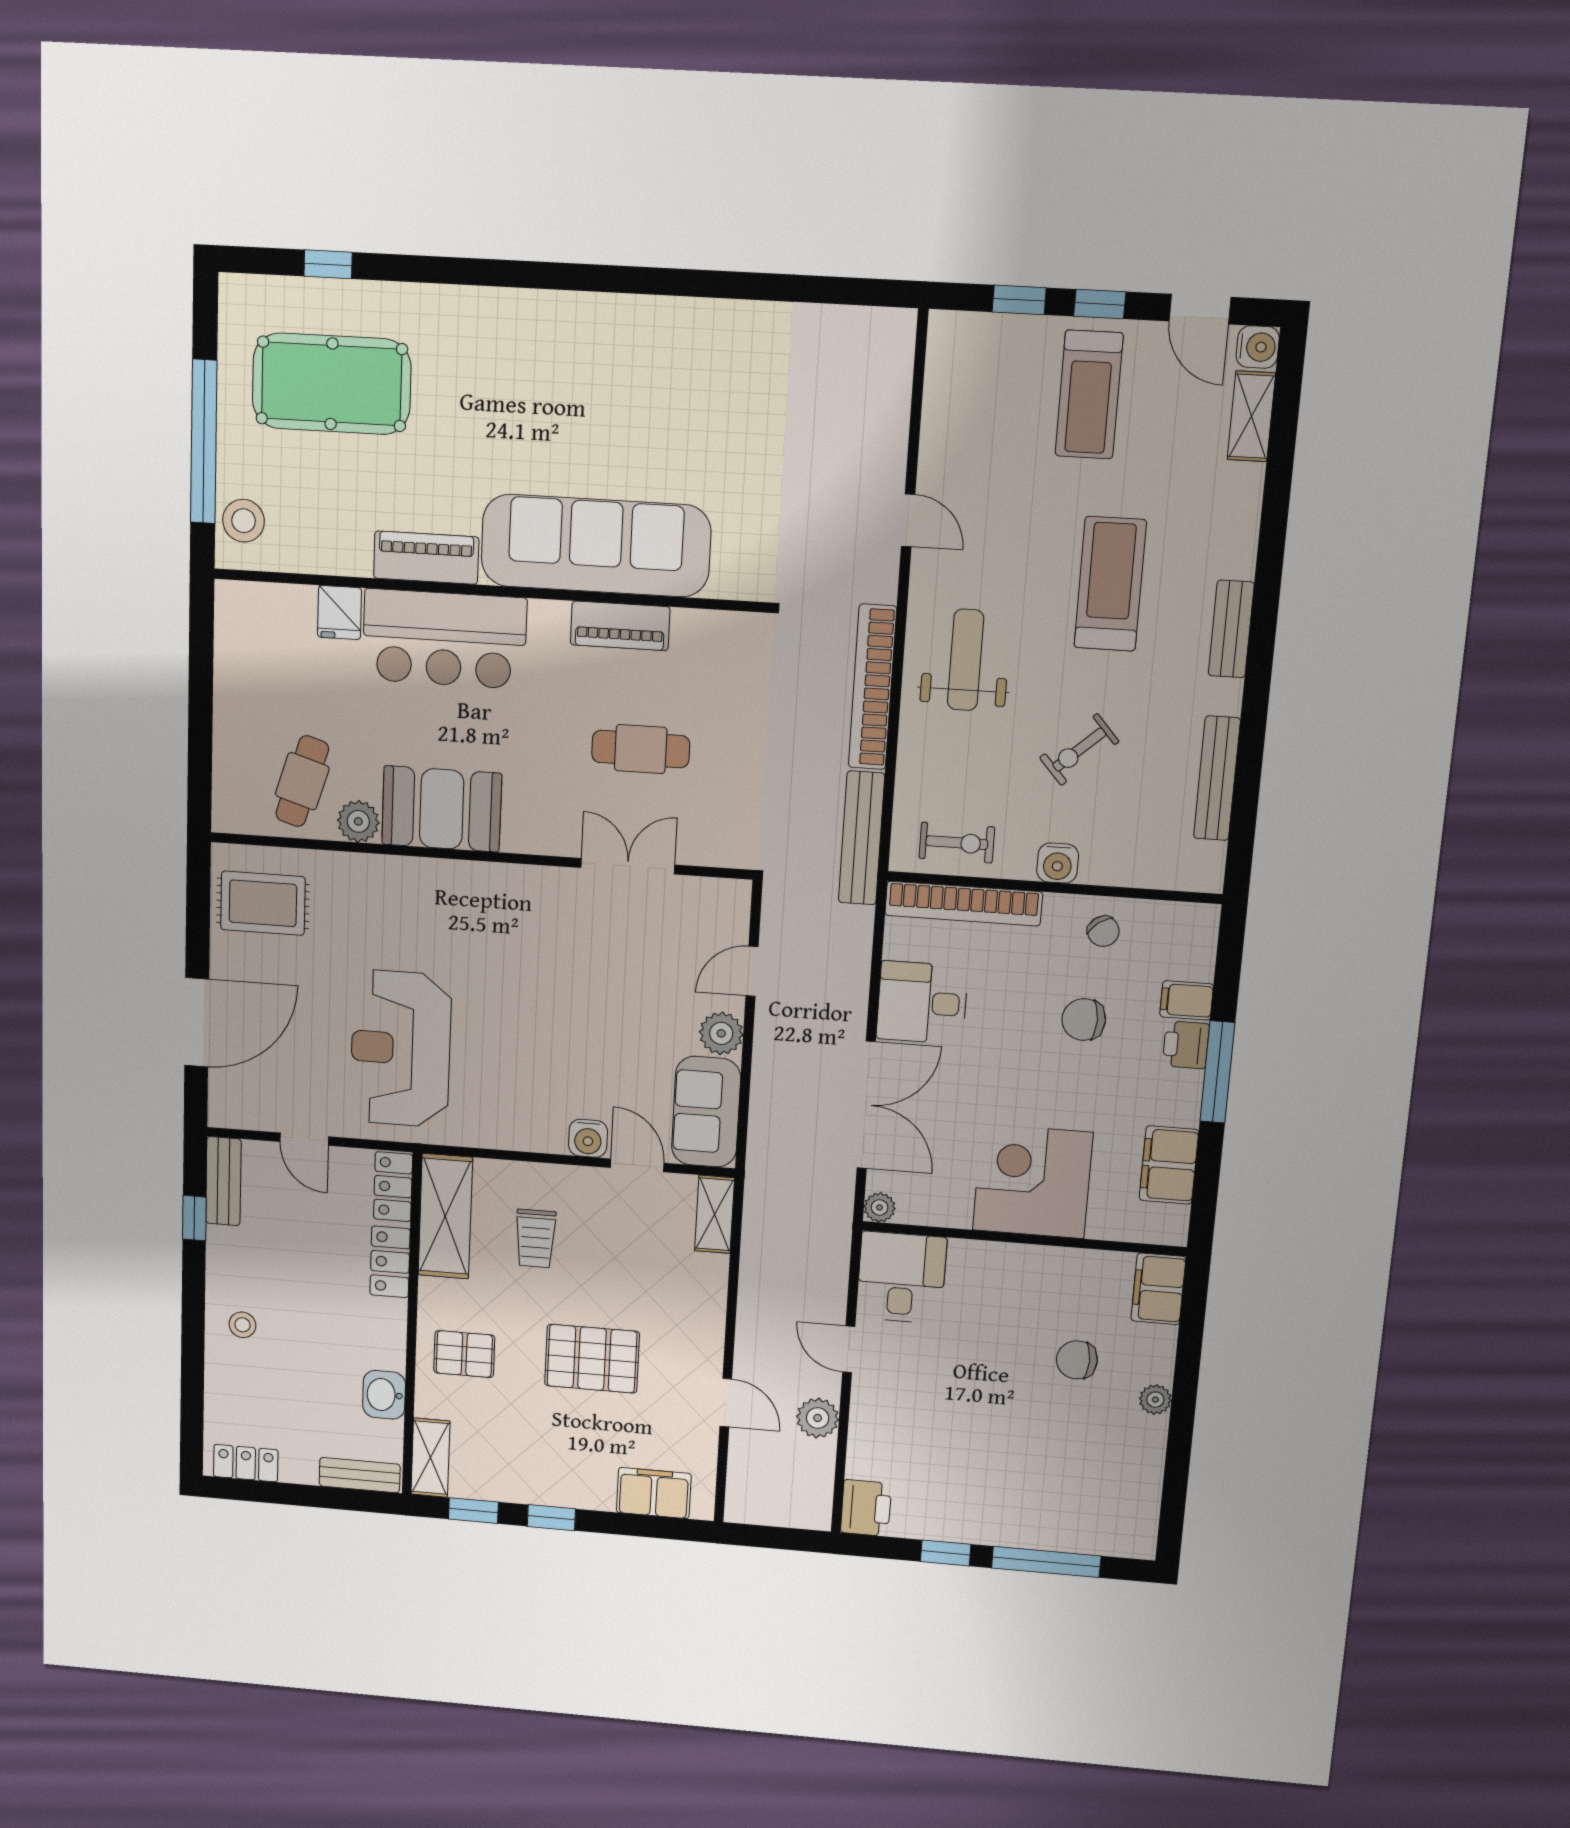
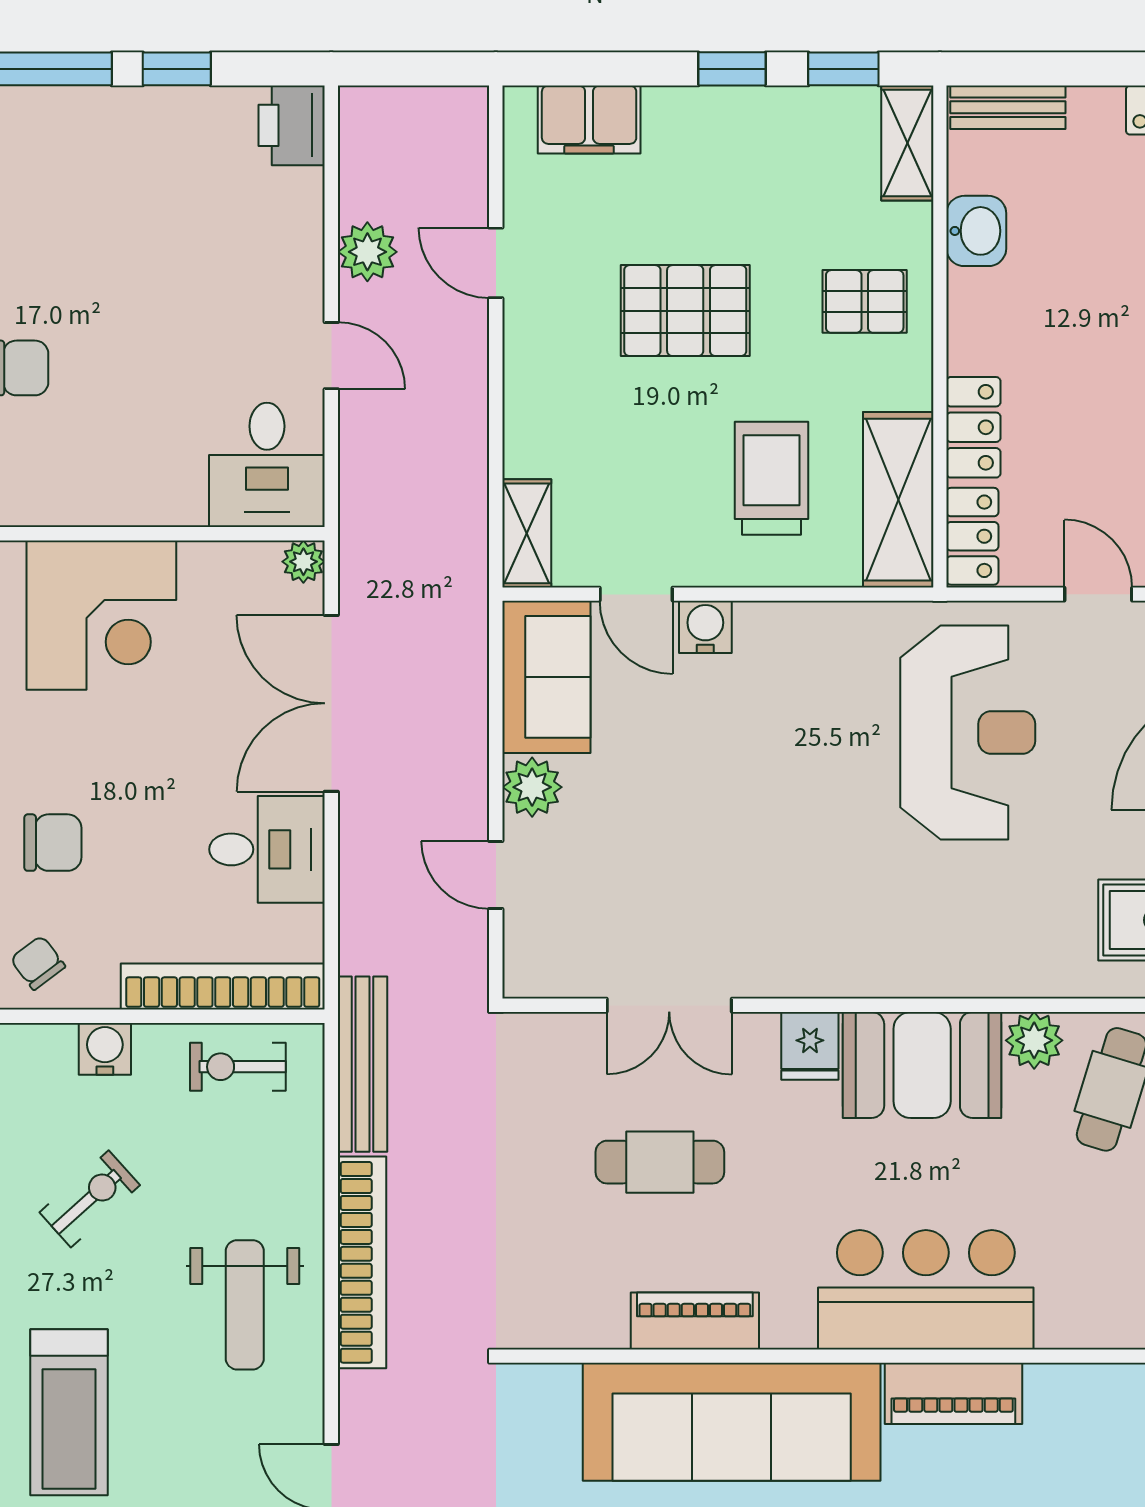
fridge: (340, 613) -> (810, 1046), moved, turned 180
door: (752, 971) -> (496, 875), swing flipped
trolley: (535, 1238) -> (772, 478), width x1.36, depth x1.39

